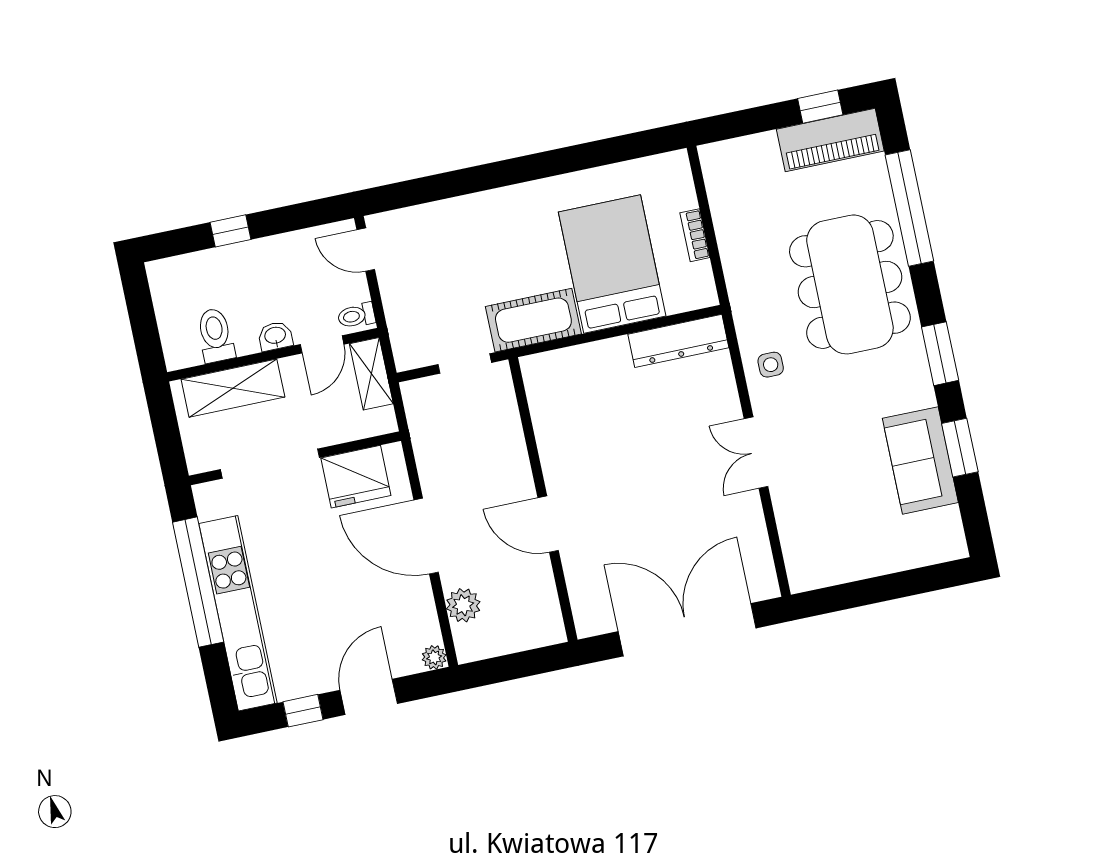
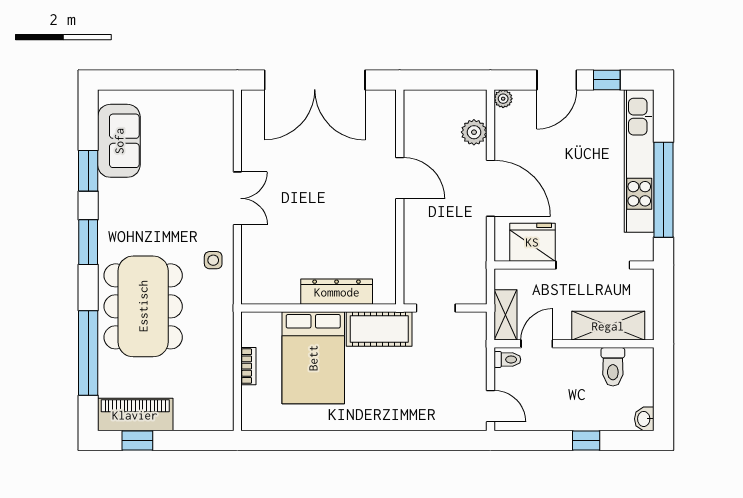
washbasin: (275, 336) -> (644, 419), moved, turned 90
dresser: (678, 341) -> (337, 292), moved
sofa: (920, 460) -> (119, 141), moved

